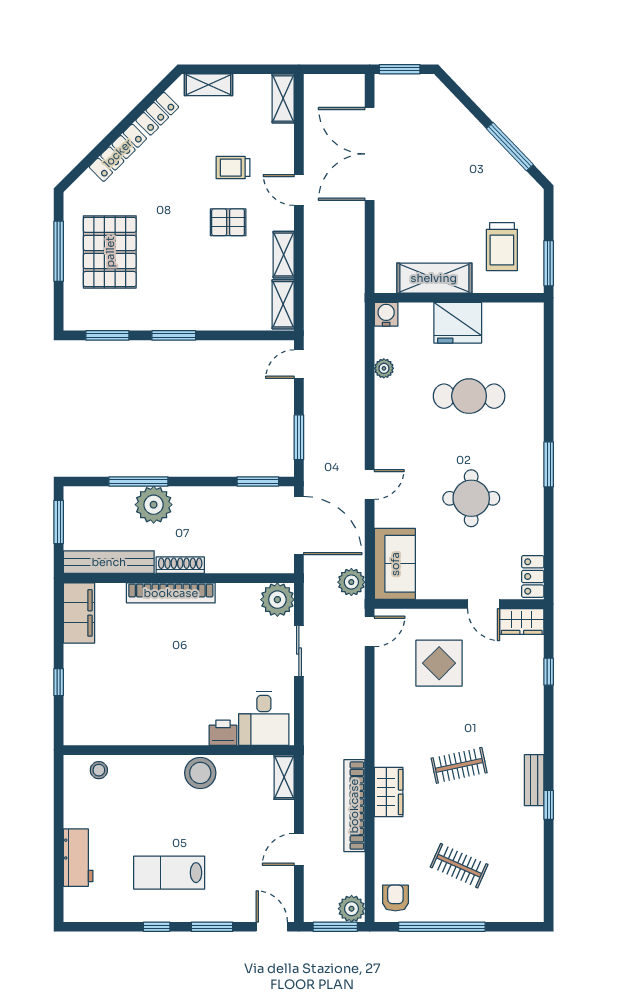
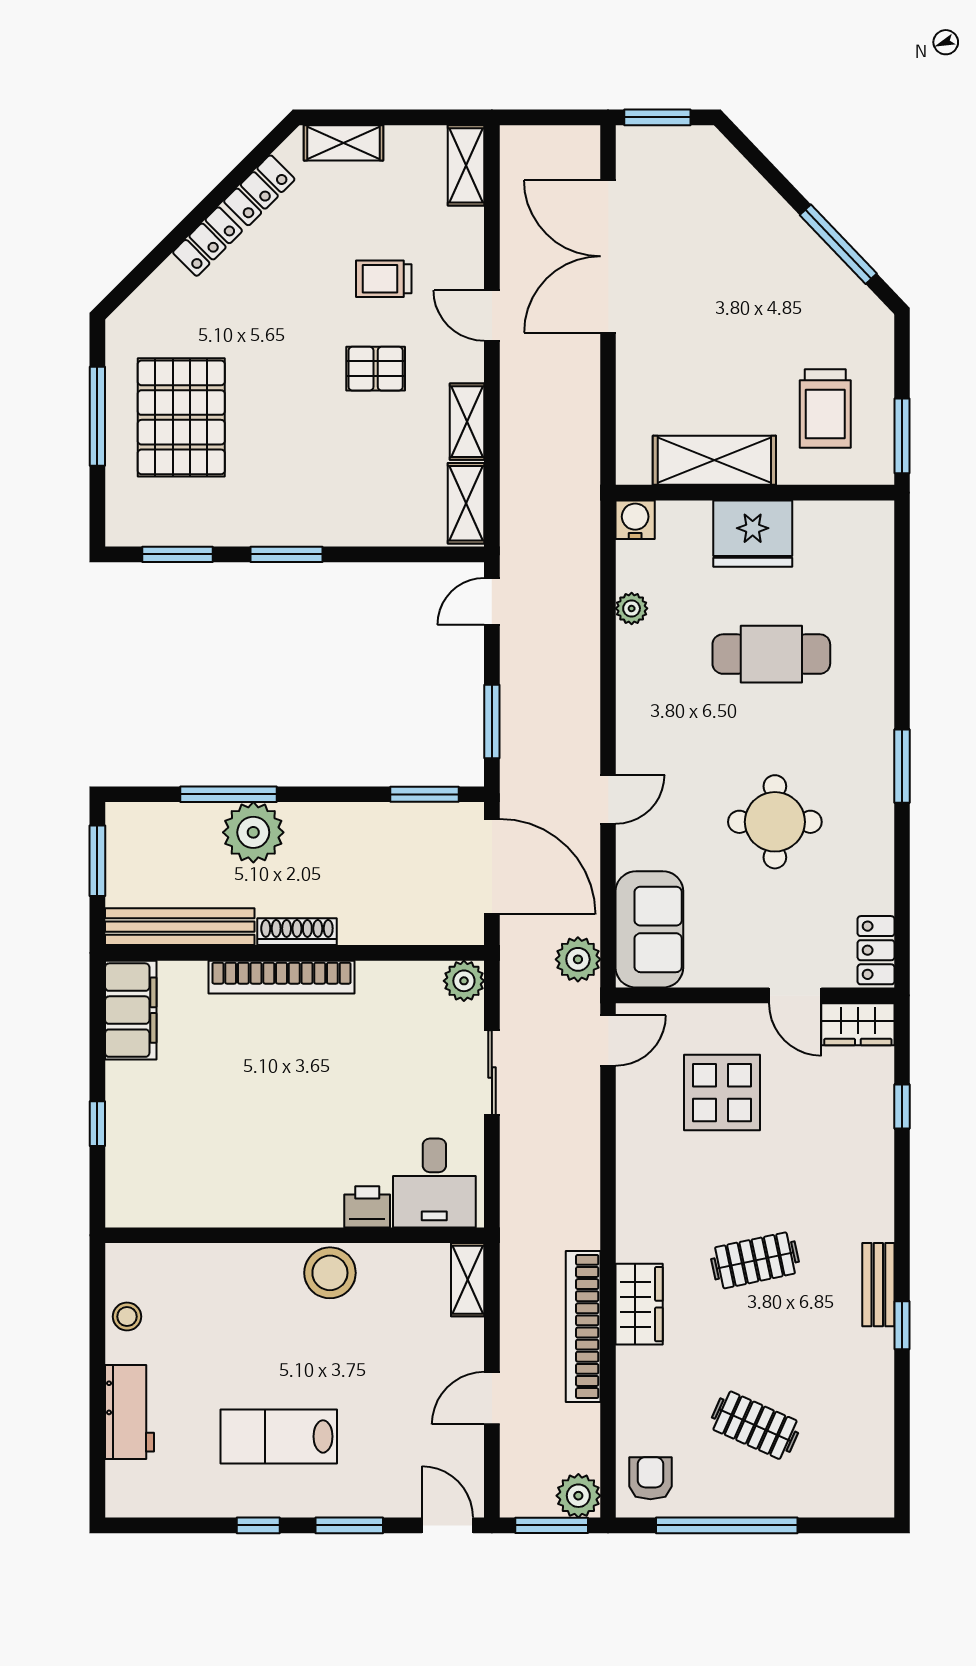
locker: (118, 153) -> (208, 242), width x0.66
plant: (277, 600) -> (464, 981), width x0.73, depth x0.73
stool: (99, 770) -> (127, 1317), moved

